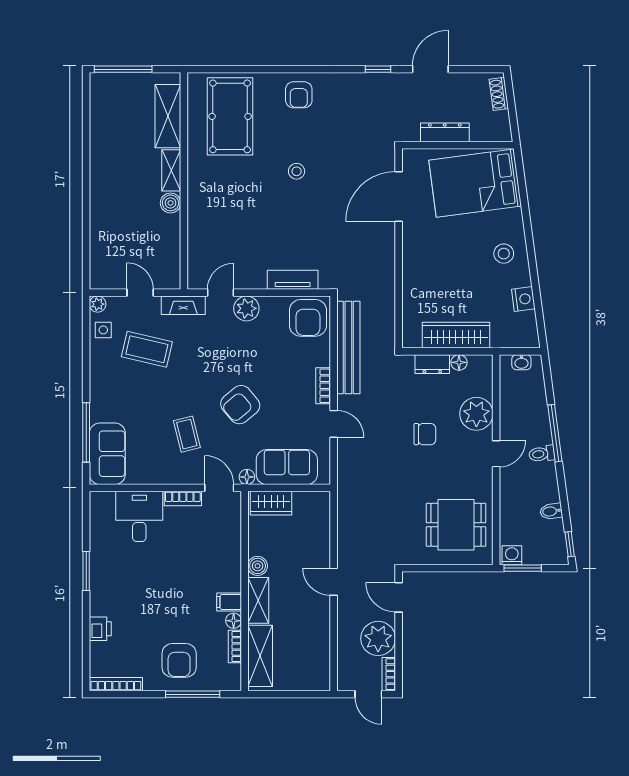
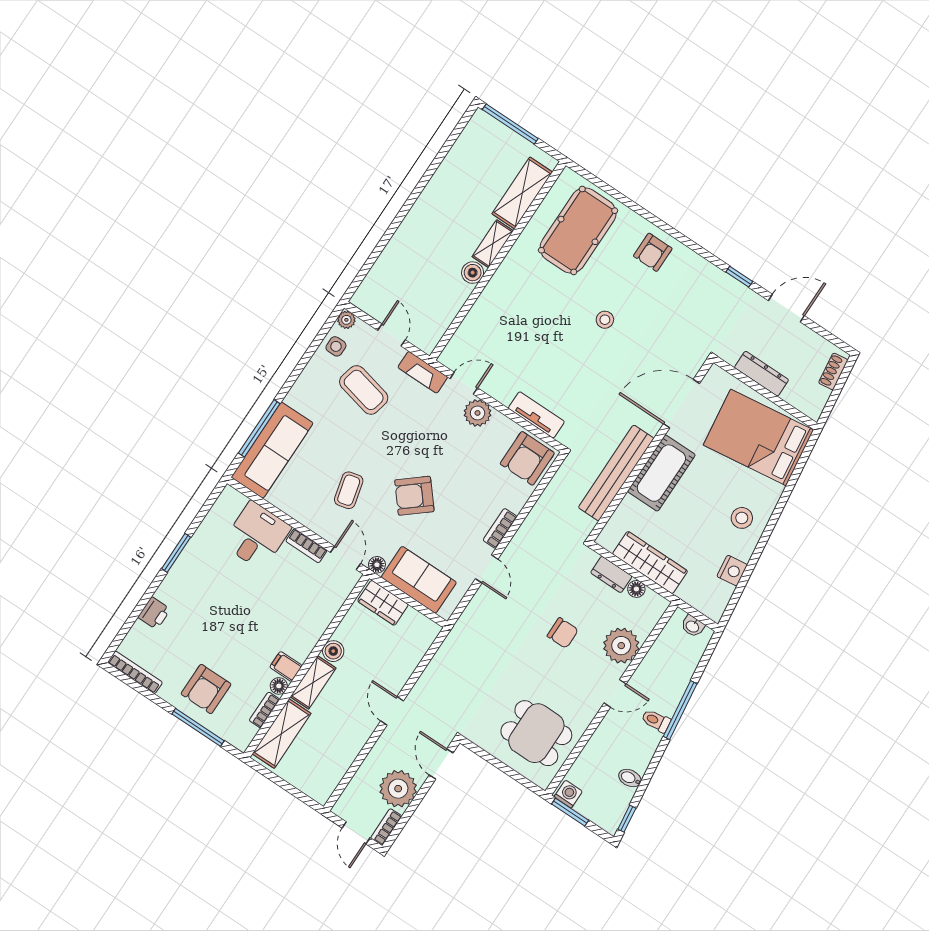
cot: (419, 260) -> (661, 473), added
bench: (348, 347) -> (616, 473), moved
sofa: (107, 454) -> (272, 450), width x1.36

